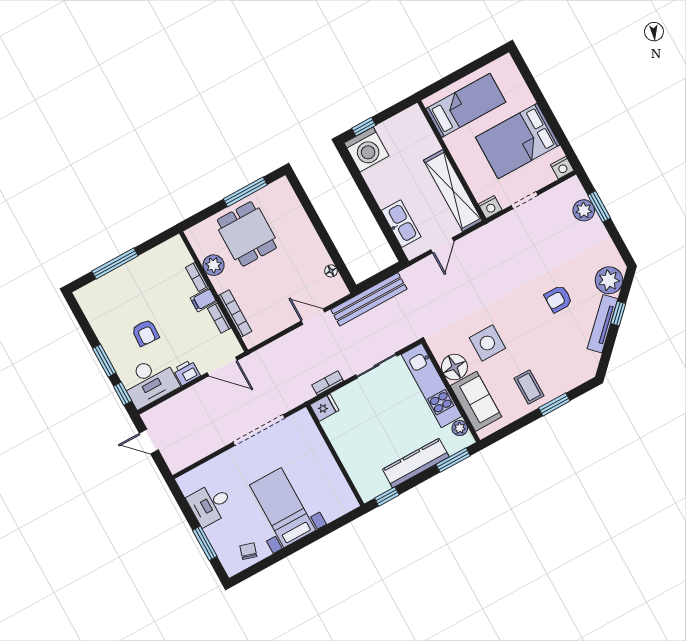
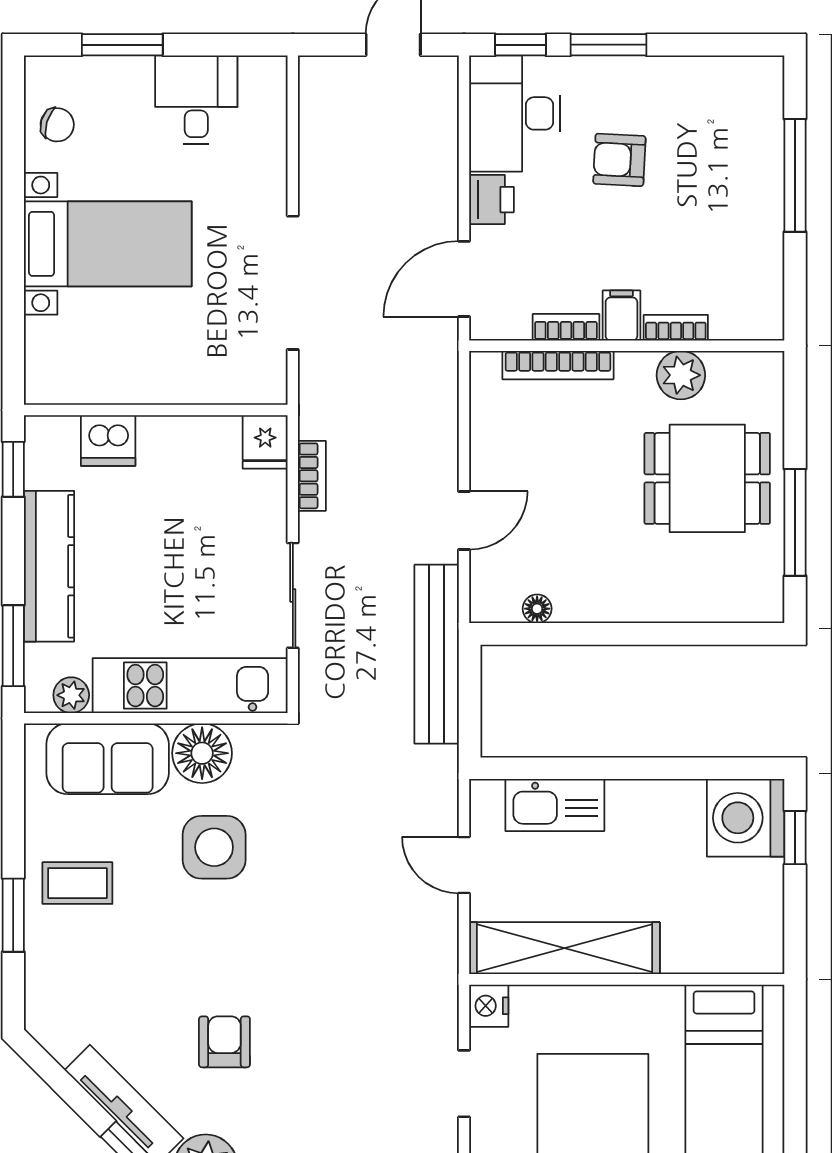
dishwasher: (356, 467) -> (108, 441), added

